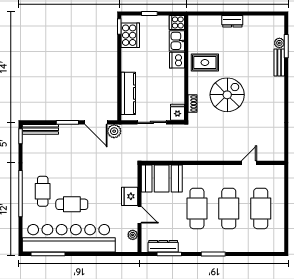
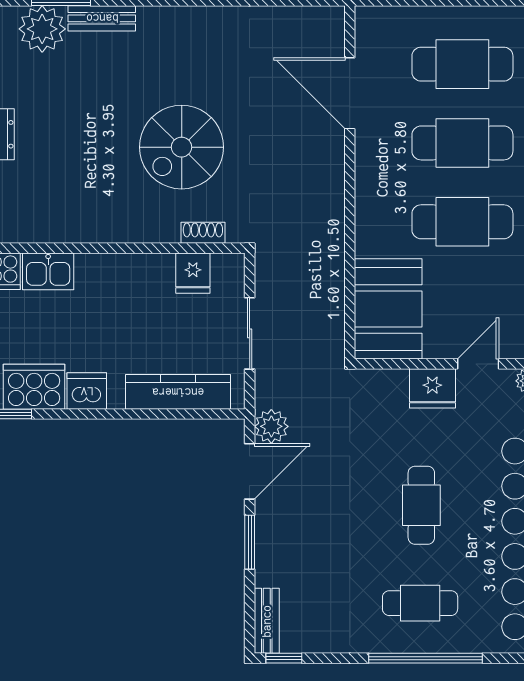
plant: (279, 43) -> (42, 29), width x1.88, depth x1.88
dishwasher: (177, 60) -> (87, 391), moved, turned 180
rug: (205, 62) -> (102, 202), removed
spiral stairs: (227, 95) -> (182, 147), turned -90
fridge: (178, 112) -> (193, 273), moved, turned -90
bench: (40, 129) -> (267, 621), width x0.73
door: (249, 163) -> (350, 93), width x1.88
cafe table: (72, 204) -> (421, 505), moved

